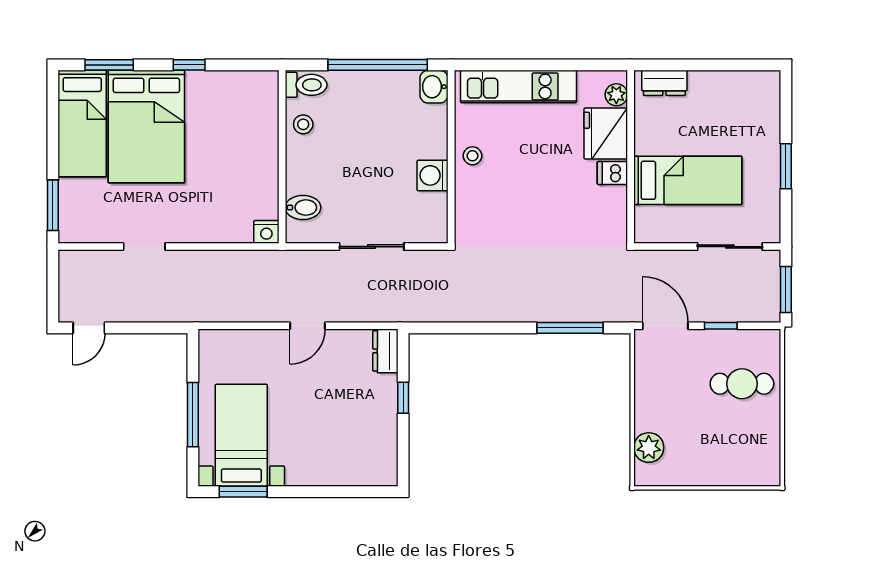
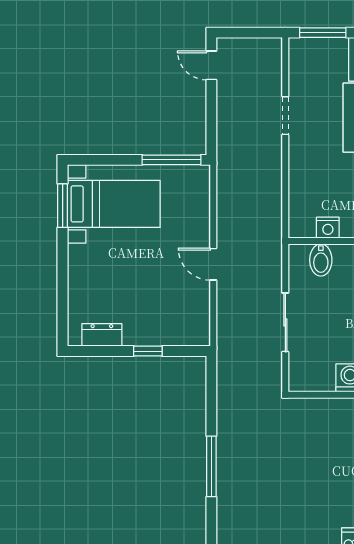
nightstand: (266, 232) -> (328, 228), moved, turned -90
window: (570, 328) -> (211, 466), moved
dresser: (385, 351) -> (102, 335), moved
window: (193, 415) -> (171, 160), moved

